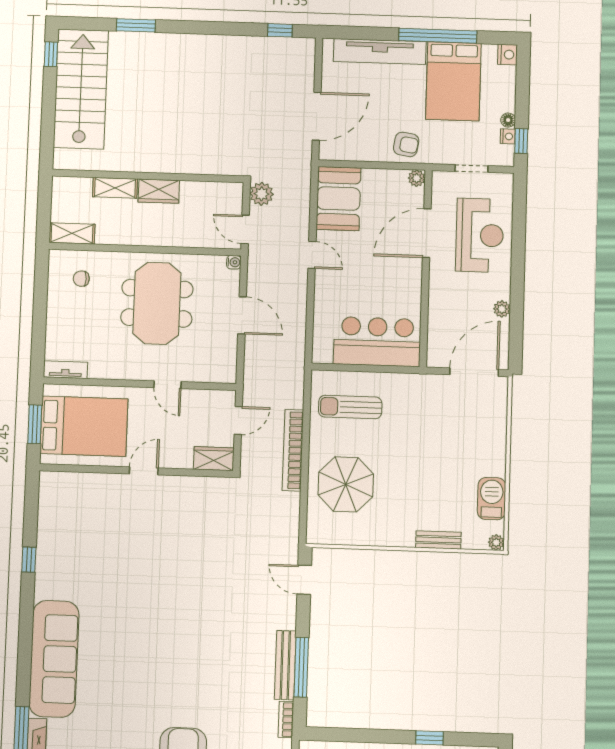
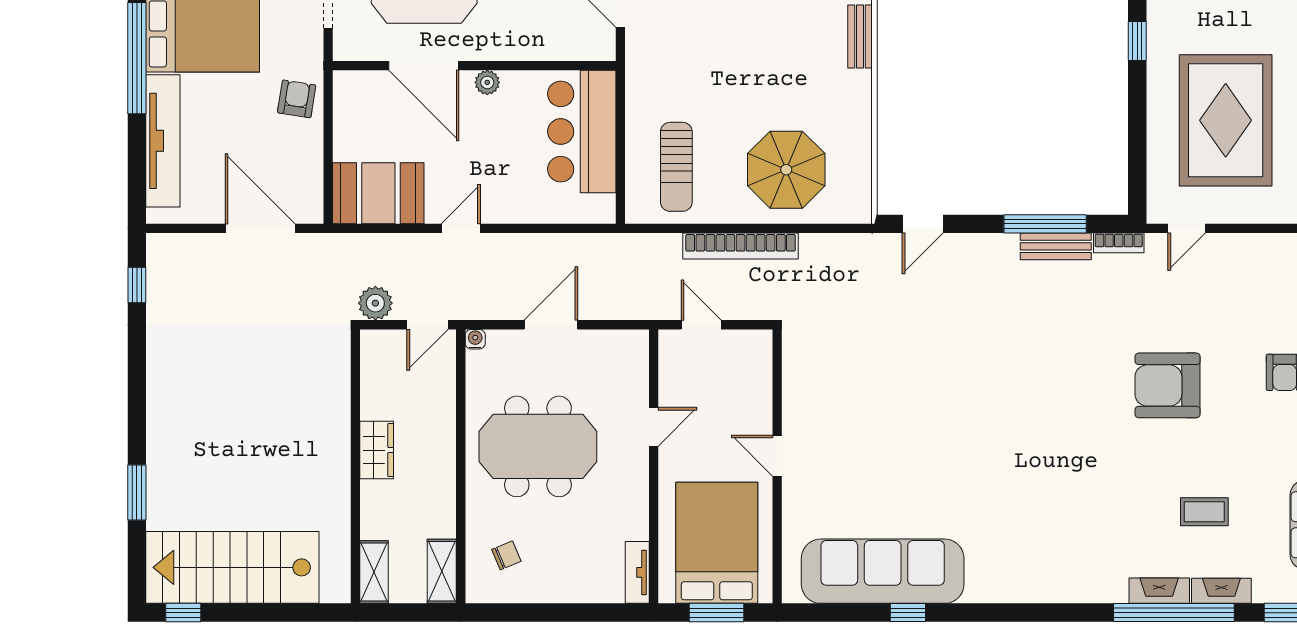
plant: (417, 178) -> (487, 82), moved
shelving: (115, 188) -> (374, 572), moved
chair: (81, 279) -> (506, 555), turned -113
wardrobe: (214, 459) -> (756, 357), removed
sofa: (54, 659) -> (883, 571), moved
bench: (285, 665) -> (1056, 246), width x0.73

